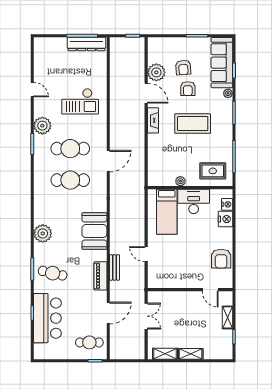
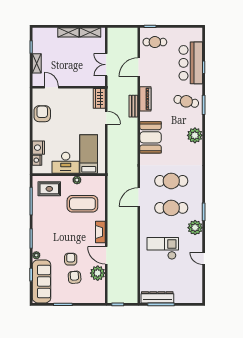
coffee table: (193, 124) -> (82, 204), moved
wardrobe: (154, 277) -> (99, 98), added

